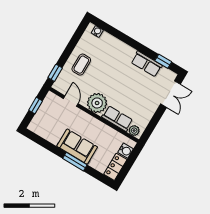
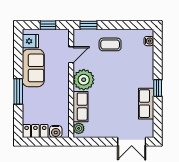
window: (163, 61) -> (158, 88), moved
fridge: (40, 128) -> (30, 41), added
sofa: (77, 147) -> (33, 68), moved

